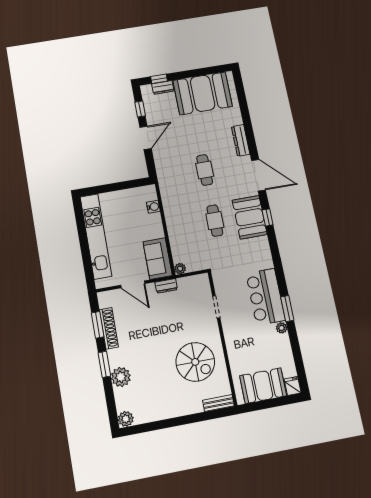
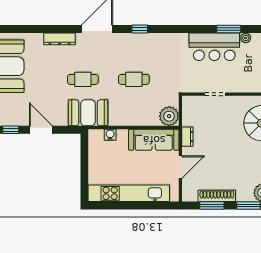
booth: (250, 217) -> (88, 113), moved
sofa: (158, 259) -> (154, 140), width x1.36
plant: (180, 269) -> (169, 116), width x1.88, depth x1.88

